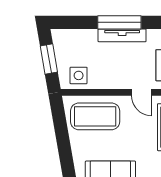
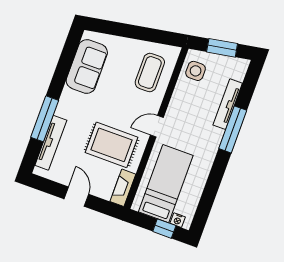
tv unit: (122, 35) -> (228, 104), moved
coffee table: (95, 116) -> (150, 72), width x0.73, depth x0.76

